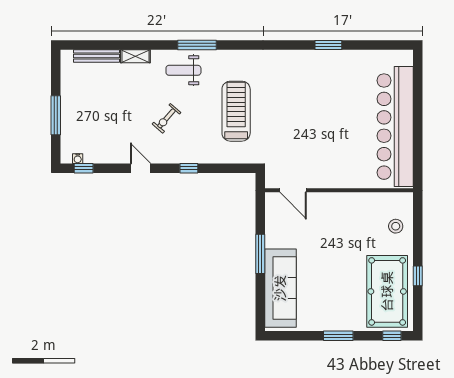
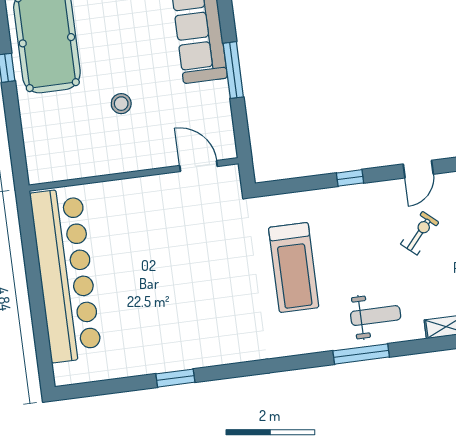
exercise bike: (166, 118) -> (420, 233), moved
door: (141, 168) -> (418, 169), hinge flipped
stool: (396, 226) -> (121, 104), moved

